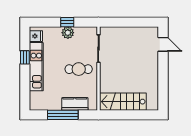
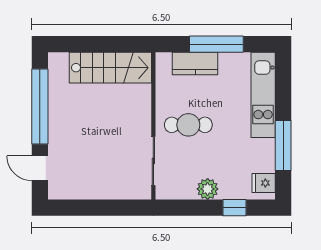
window: (67, 22) -> (235, 208), moved
window: (25, 57) -> (283, 146), width x2.17
kitchen unit: (36, 67) -> (263, 95), moved
window: (163, 80) -> (40, 107), added

